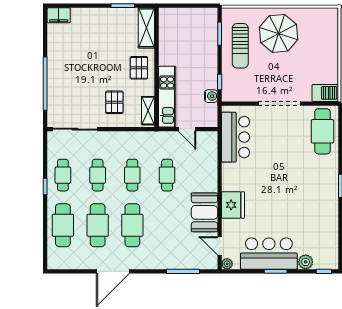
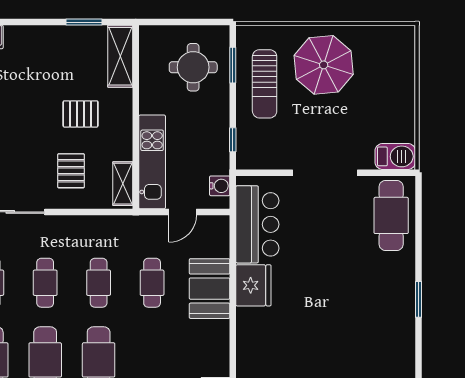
round table: (194, 35) -> (193, 67), added
pallet: (139, 68) -> (81, 114), moved, turned 90
water cooler: (211, 96) -> (220, 186), moved
door: (187, 129) -> (183, 212), hinge flipped
fridge: (233, 205) -> (253, 285), moved
booth: (204, 212) -> (210, 289), moved

